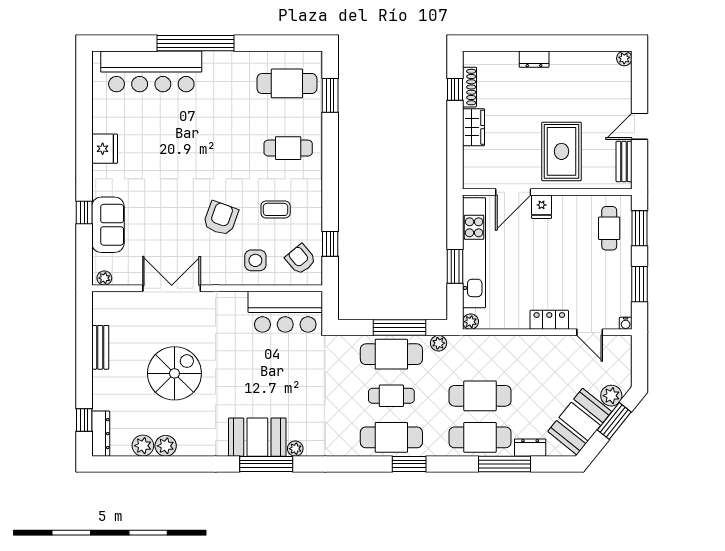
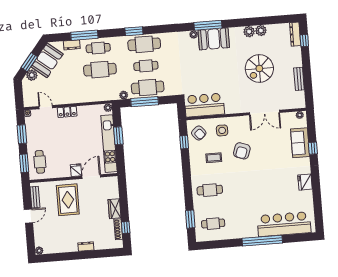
cafe table: (287, 83) -> (213, 224), width x0.73, depth x0.74
cafe table: (480, 437) -> (98, 48), width x0.73, depth x0.74
plant: (143, 446) -> (249, 32), moved

